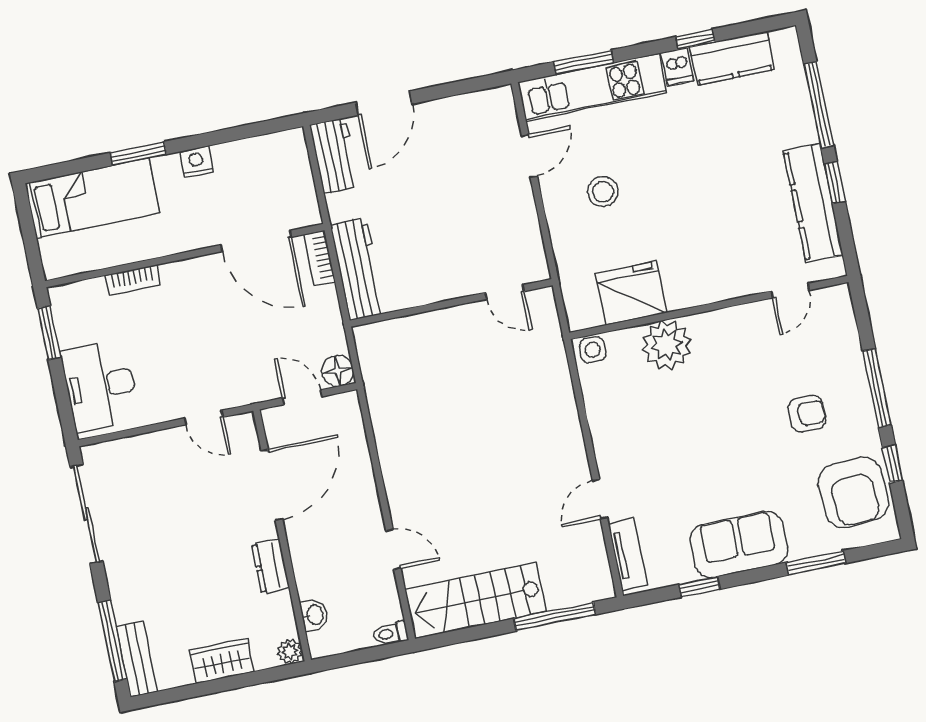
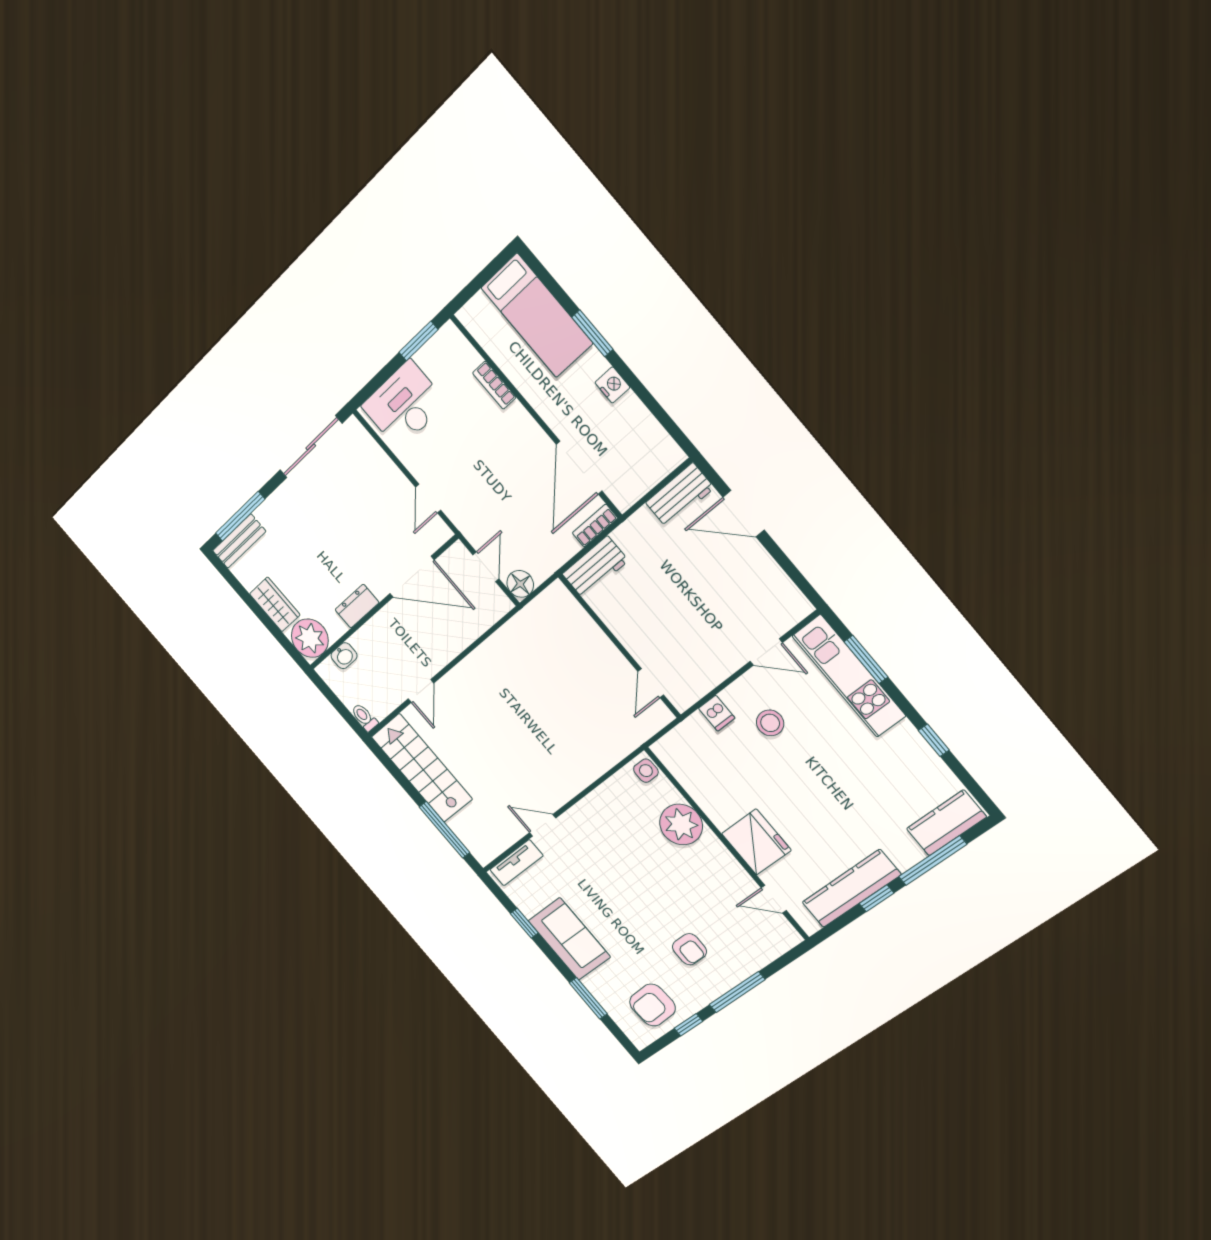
kitchen counter: (732, 58) -> (946, 823), moved, turned 90
dishwasher: (677, 67) -> (717, 713), moved, turned -90
workbench: (358, 269) -> (595, 567), width x0.73
fridge: (631, 293) -> (756, 842), moved
armchair: (853, 492) -> (653, 1005), width x0.73, depth x0.73
plant: (290, 652) -> (310, 638), width x1.87, depth x1.87

